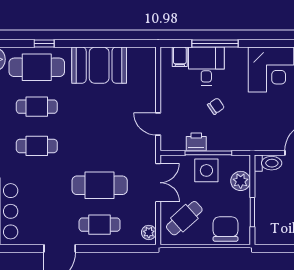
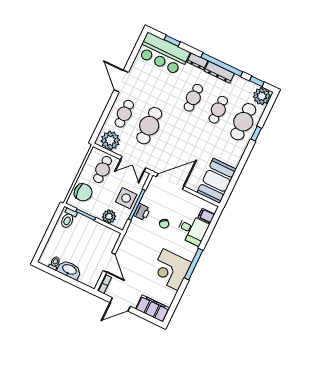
window: (215, 43) -> (194, 264), moved
booth: (99, 65) -> (217, 181), moved
door: (158, 124) -> (170, 182), width x1.87
printer: (196, 142) -> (142, 212), moved
toilet: (268, 163) -> (68, 218), moved
cafe table: (184, 218) -> (103, 169), turned 42
plant: (149, 232) -> (110, 140), width x1.87, depth x1.87

